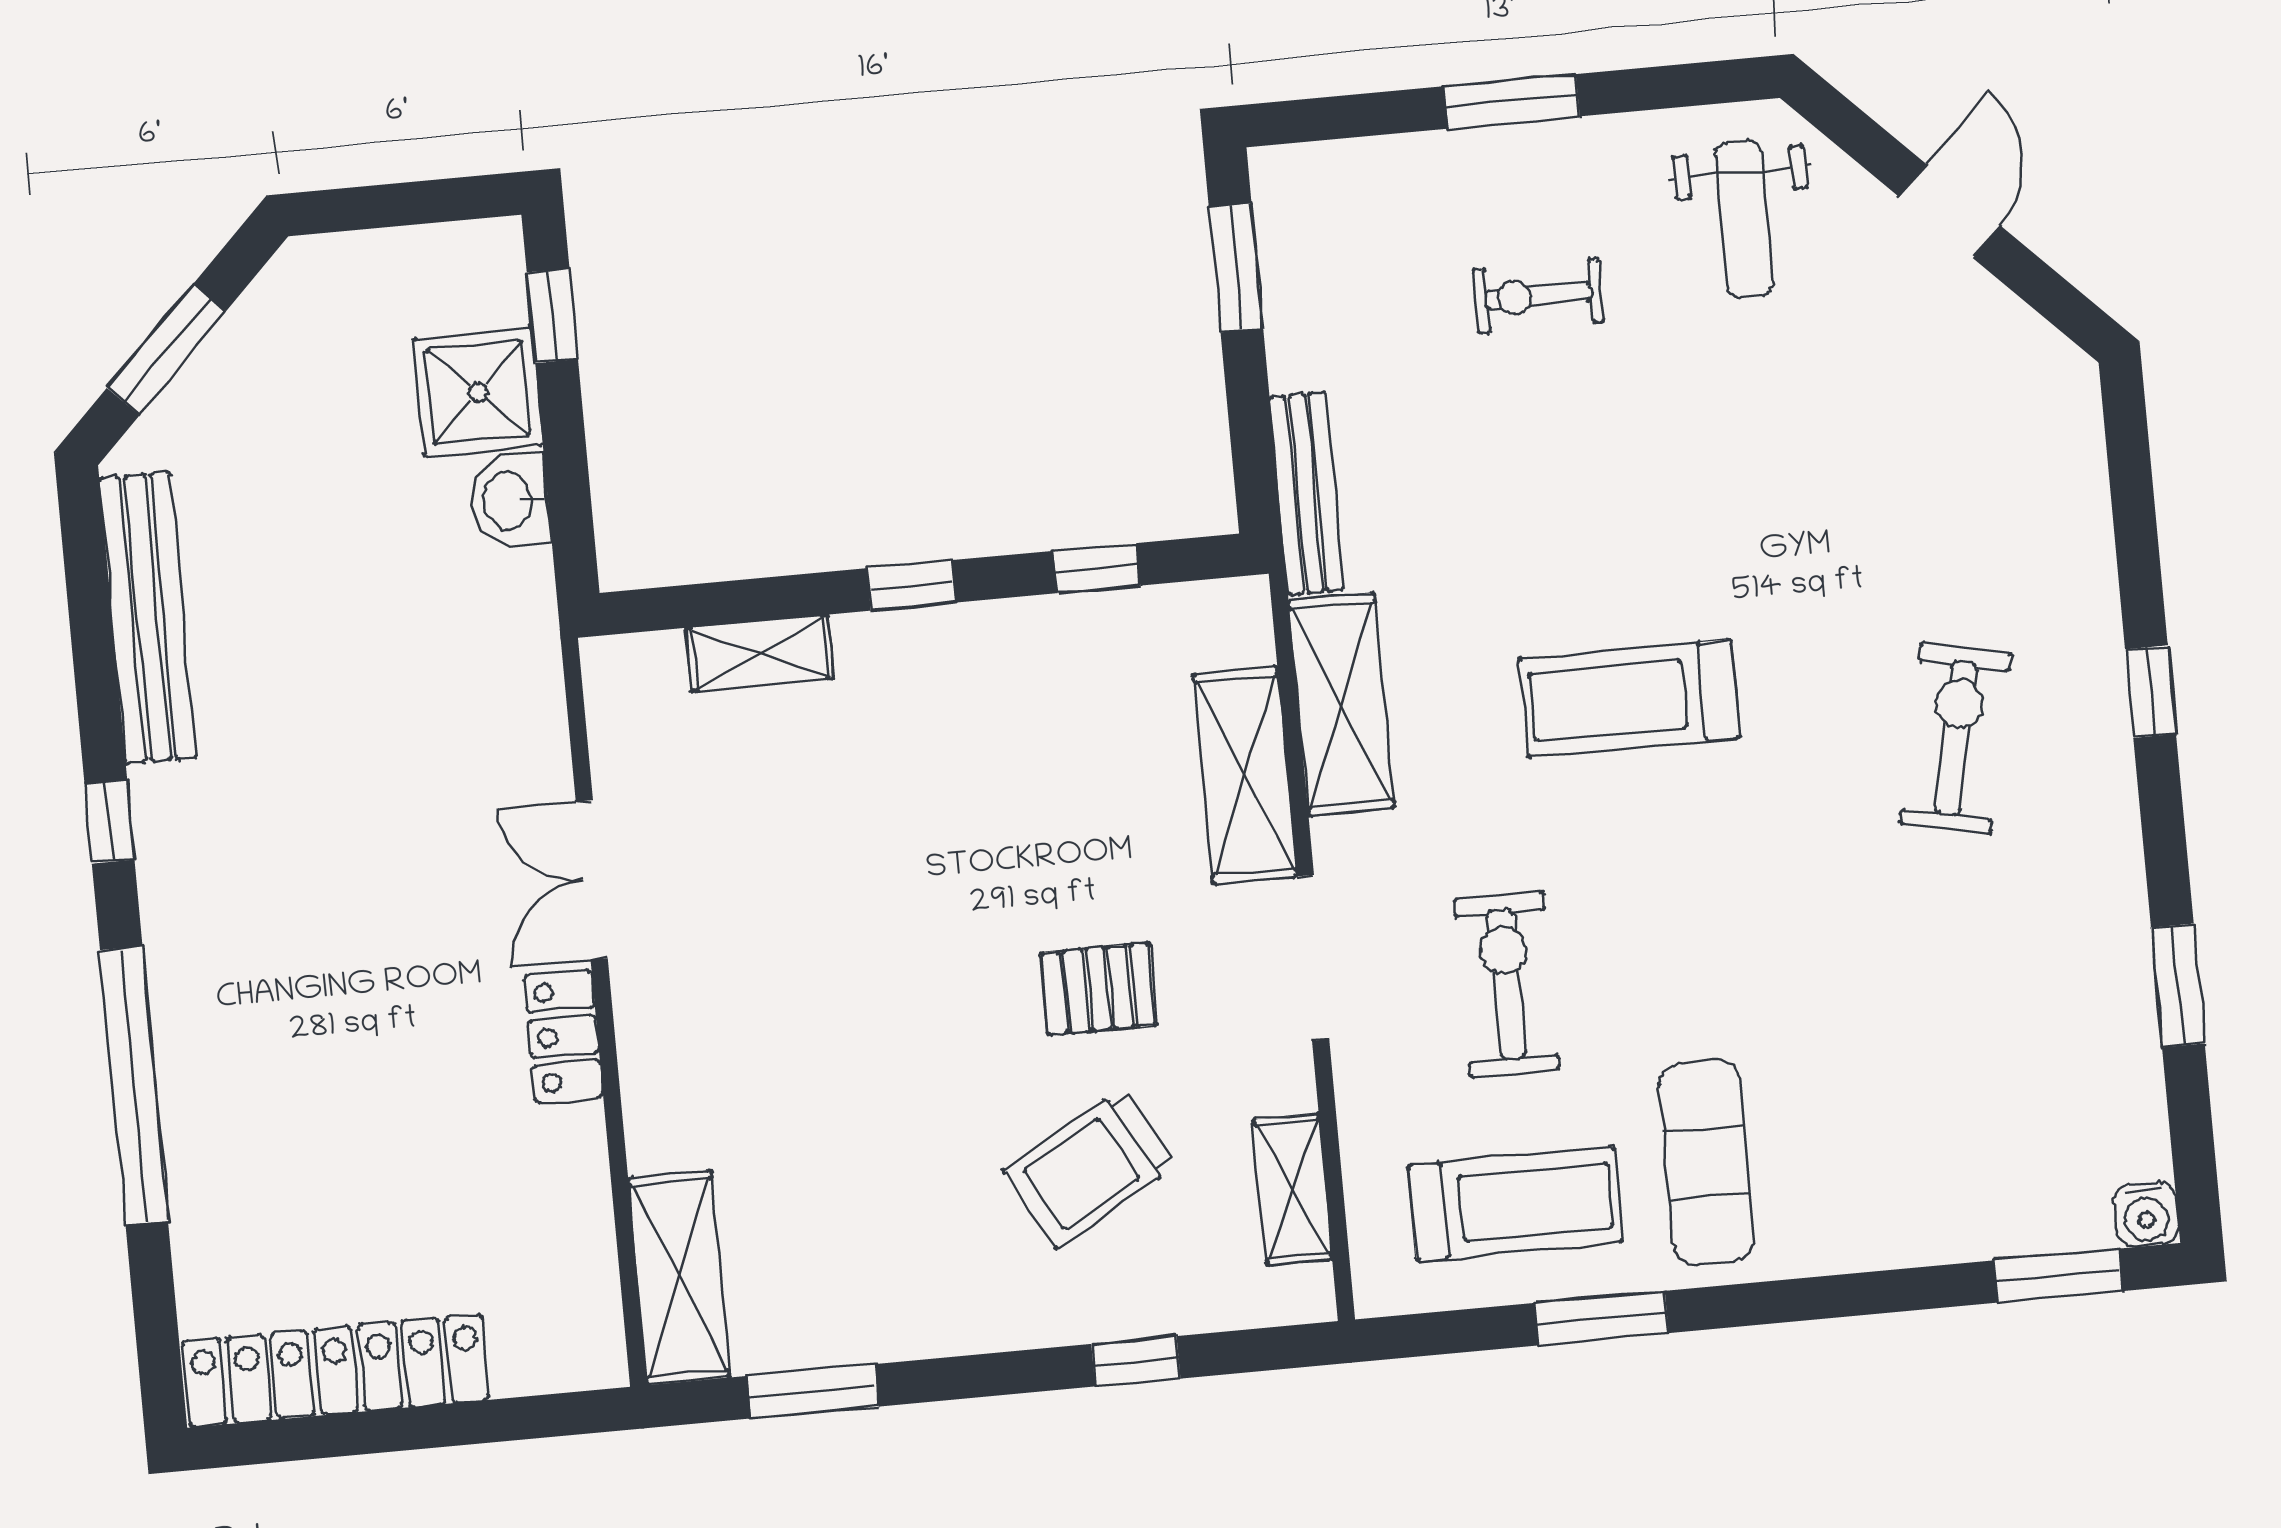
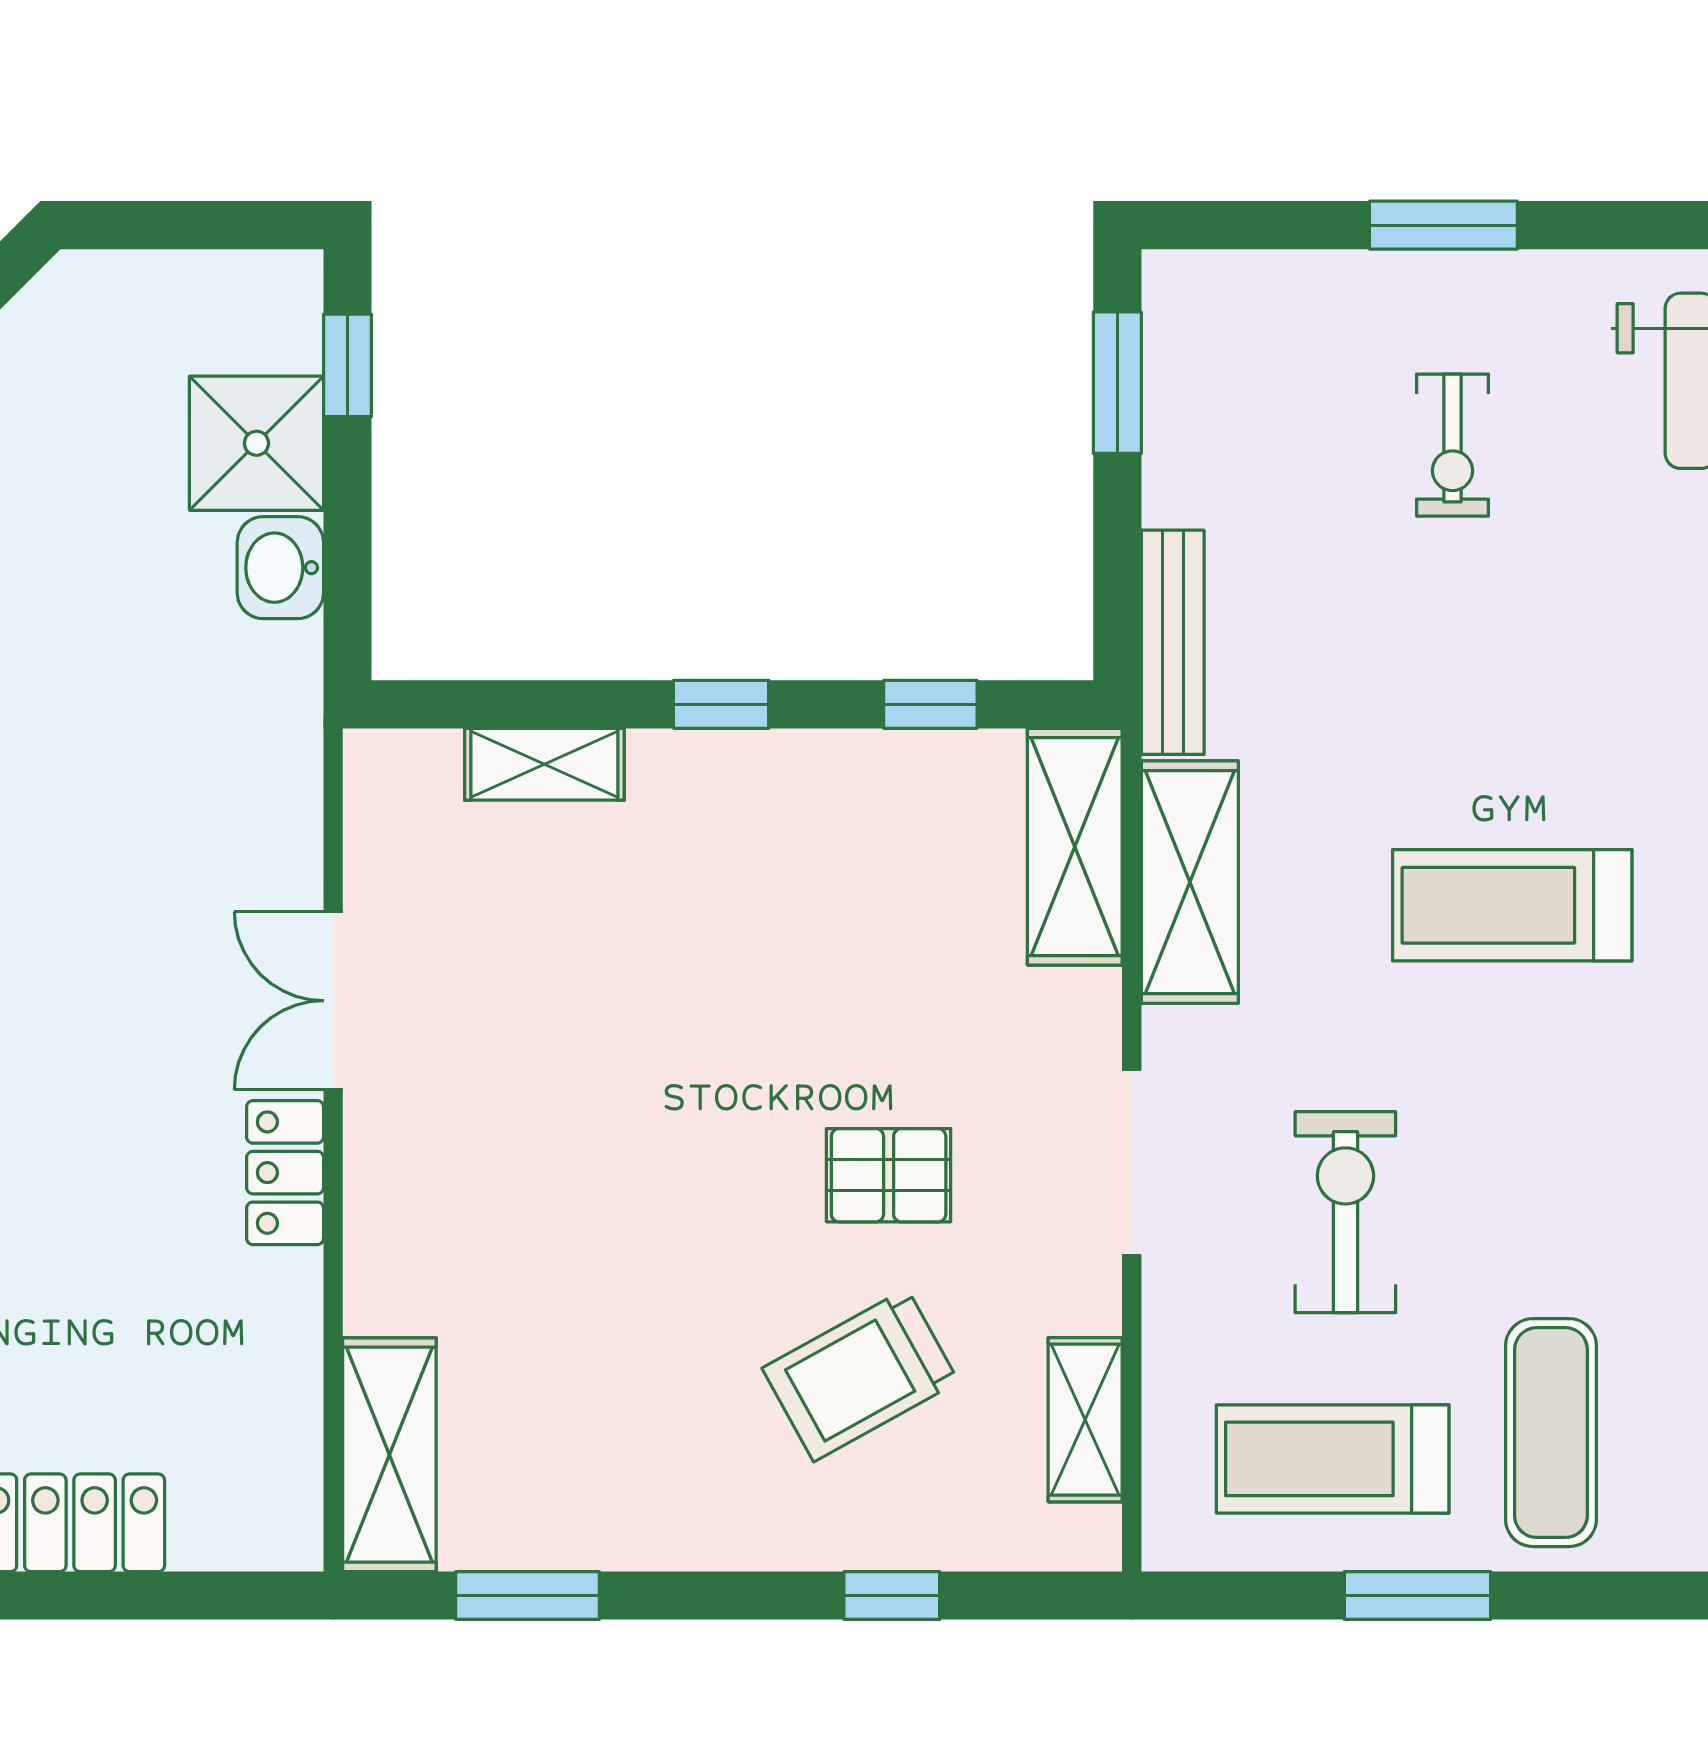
exercise bike: (1538, 296) -> (1452, 445), turned -90
shelving: (1245, 775) -> (1075, 847), moved
treadmill: (1515, 1204) -> (1333, 1459), turned 180

